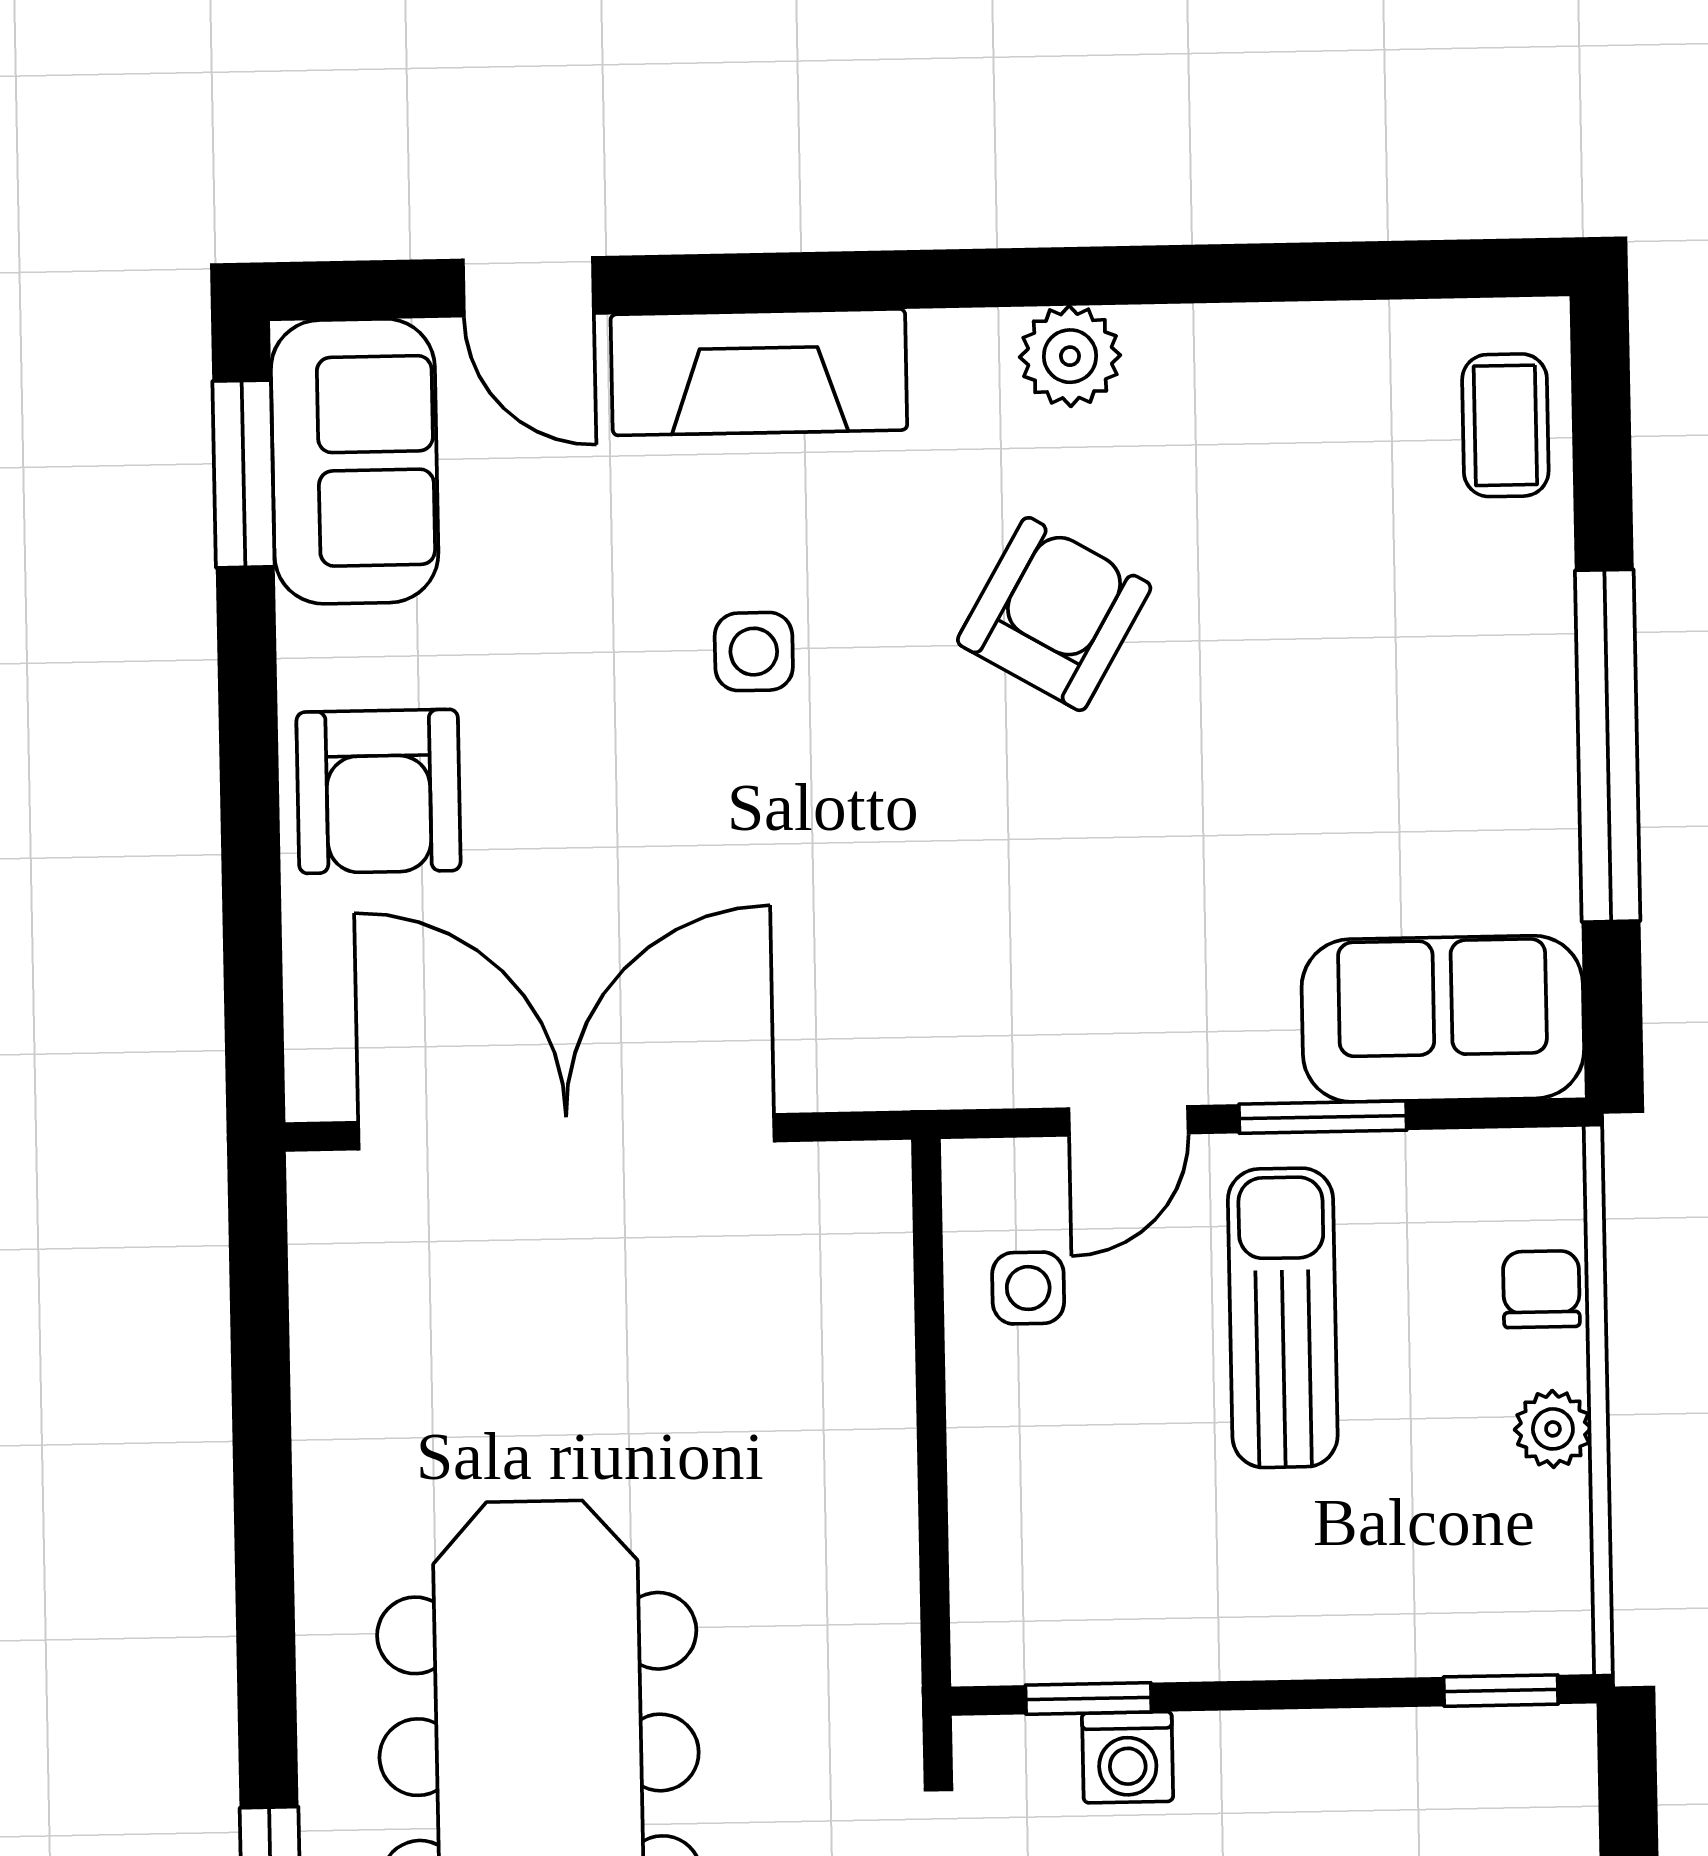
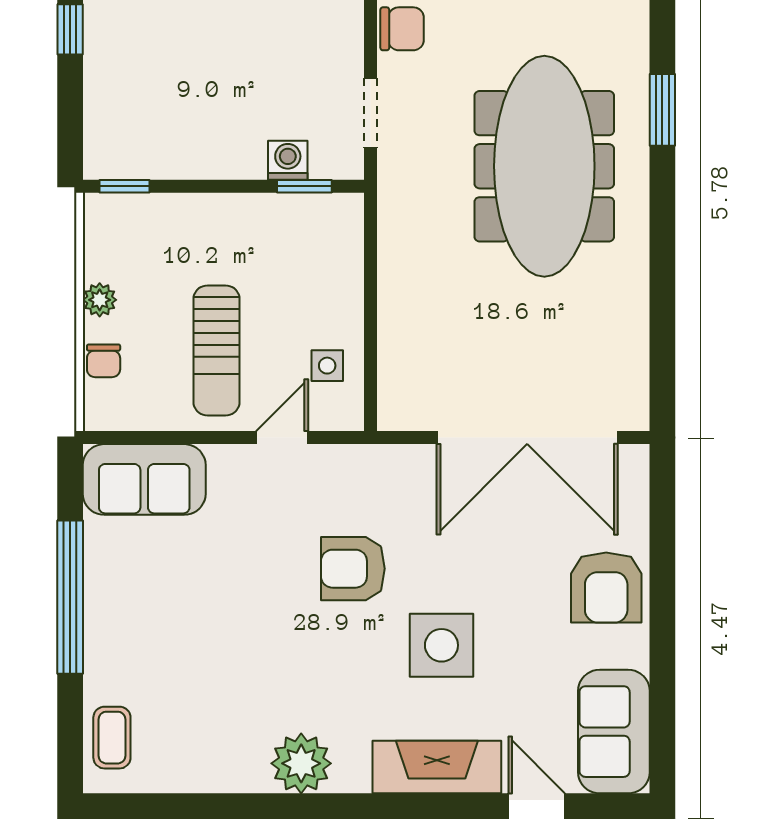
plant: (1070, 356) -> (301, 763), width x1.36, depth x1.36
window: (243, 474) -> (662, 727), removed
armchair: (1054, 614) -> (353, 569), moved, turned 60
side table: (754, 652) -> (441, 645), width x1.87, depth x1.87
armchair: (379, 791) -> (606, 587), turned 180
window: (1323, 1117) -> (197, 438), removed

